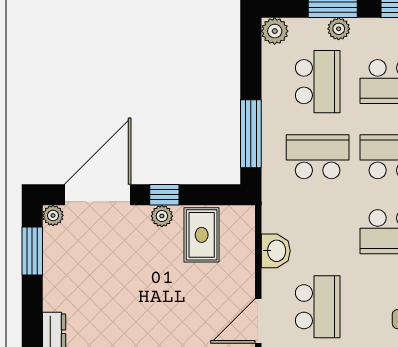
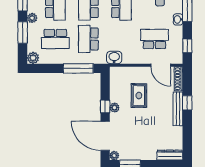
plant: (339, 29) -> (32, 18), moved
school desk: (318, 82) -> (55, 39), turned 180
rug: (202, 235) -> (139, 96), moved, turned 90
washbasin: (276, 251) -> (114, 57), moved

